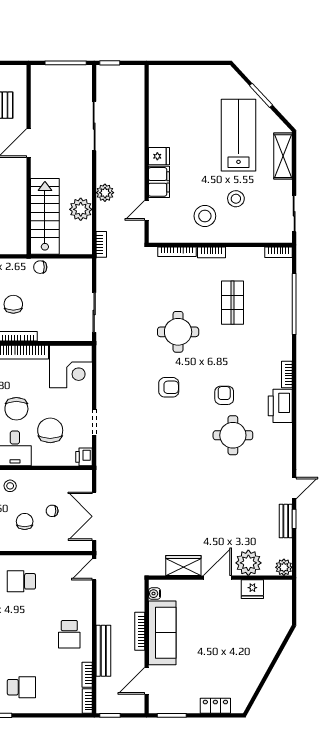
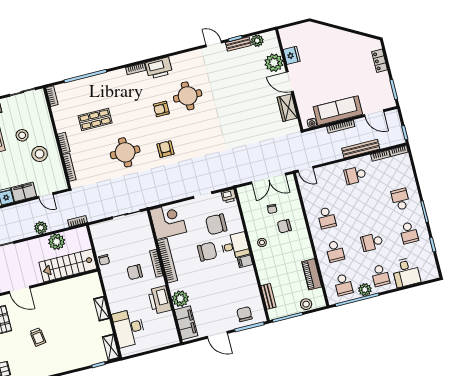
plant: (284, 567) -> (257, 41), moved
school desk: (69, 634) -> (355, 175), turned 180

